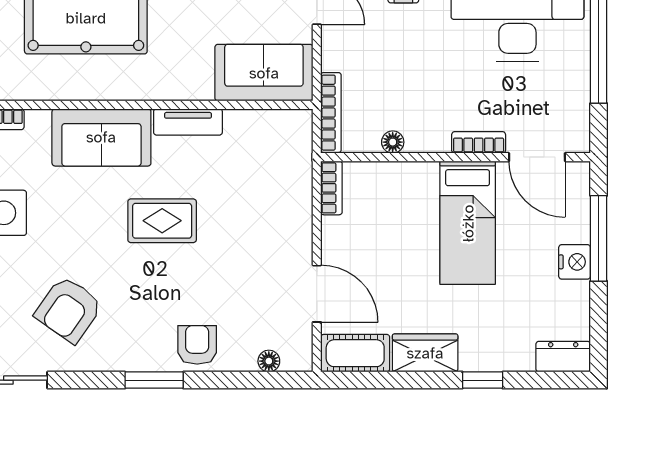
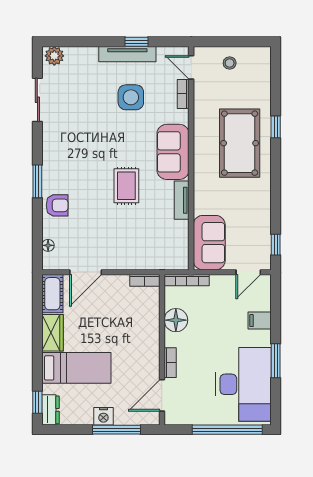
floor lamp: (393, 142) -> (176, 320), width x1.89, depth x1.89
bed: (468, 223) -> (76, 368), moved, turned 180
armchair: (69, 309) -> (77, 134), removed
window: (483, 380) -> (37, 402), moved

